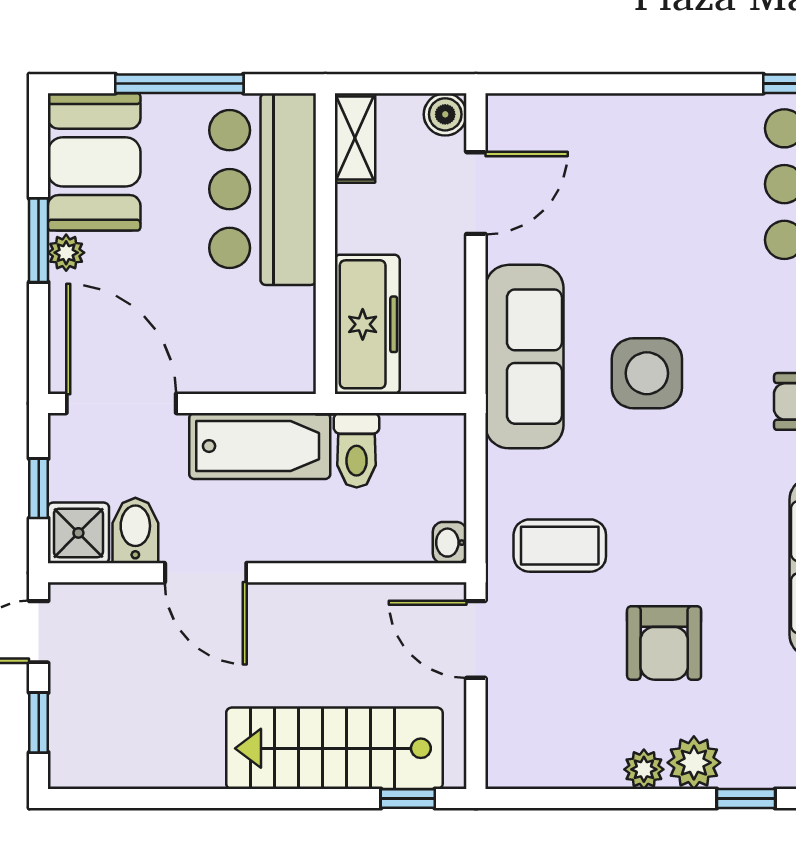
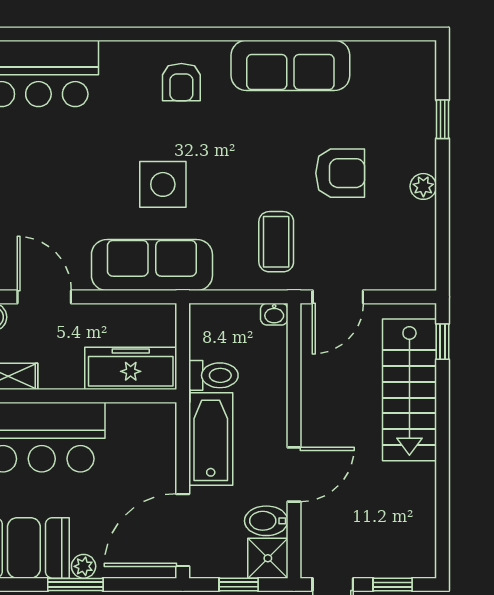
plant: (694, 763) -> (419, 153), removed

